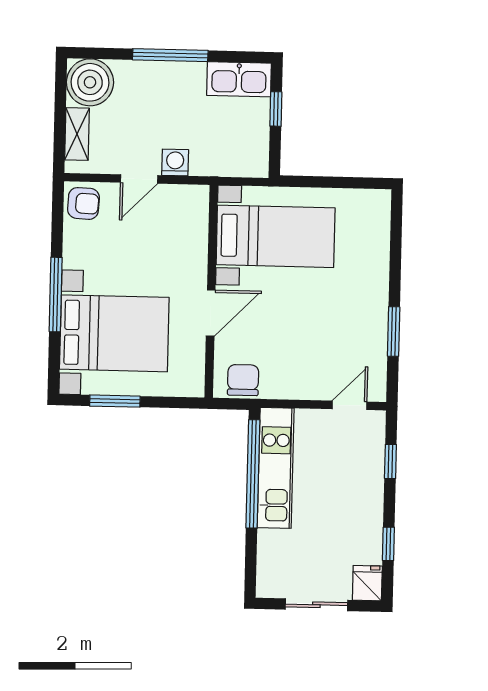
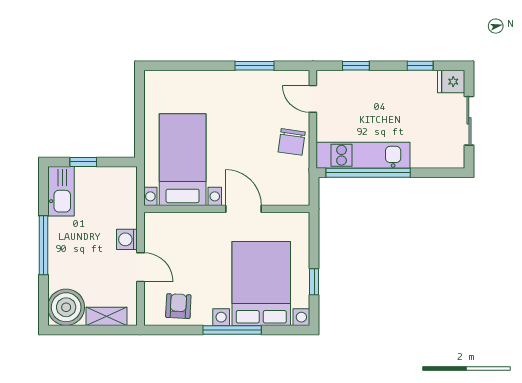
armchair: (83, 203) -> (178, 306), moved
chair: (243, 380) -> (292, 142), moved, turned -82
window: (115, 401) -> (314, 282), width x0.67

